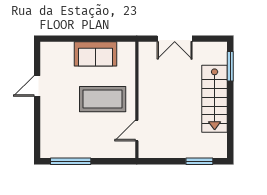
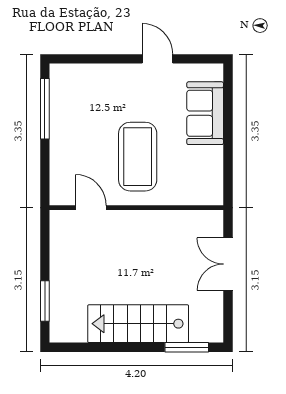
sofa: (96, 54) -> (205, 113), moved

